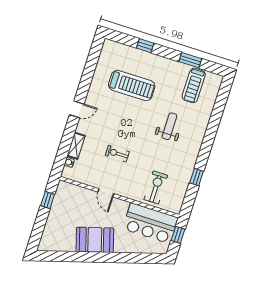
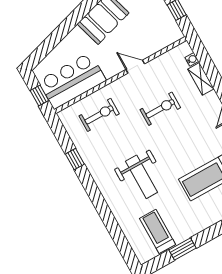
weight bench: (169, 126) -> (142, 177), width x1.36, depth x1.33
exercise bike: (117, 154) -> (160, 109), width x1.38, depth x1.39
exercise bike: (156, 187) -> (99, 115), turned -90

